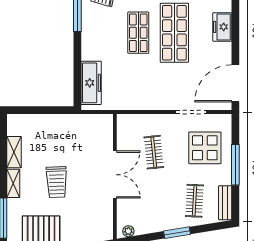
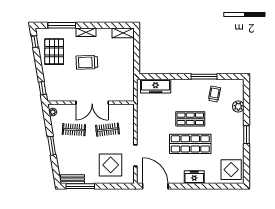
shelving: (14, 152) -> (123, 33), moved
window: (235, 165) -> (80, 186), moved
clothes rail: (194, 201) -> (74, 130), moved

